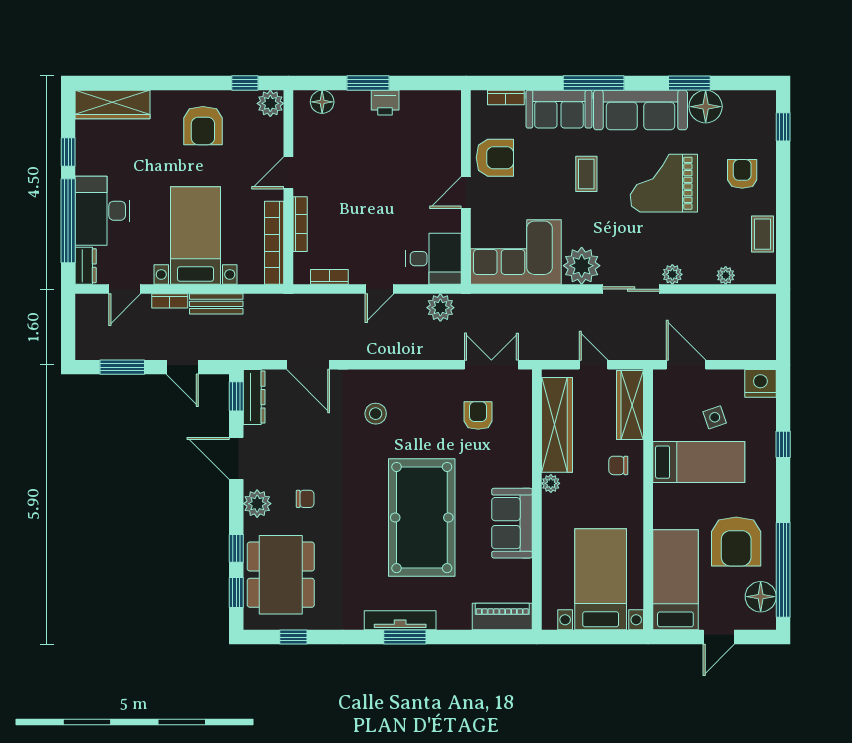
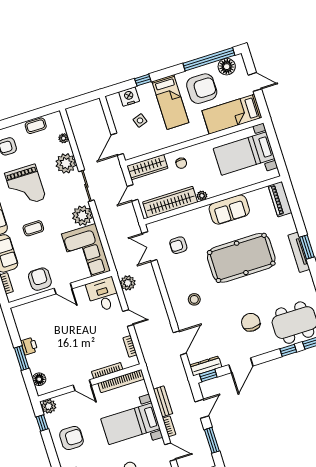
plant: (672, 274) -> (66, 163), width x1.88, depth x1.88
nightstand: (760, 383) -> (129, 97), moved, turned 90
bed: (699, 462) -> (170, 102), moved, turned 180
chair: (305, 499) -> (251, 322), width x1.87, depth x1.87
plant: (257, 504) -> (261, 347), removed

